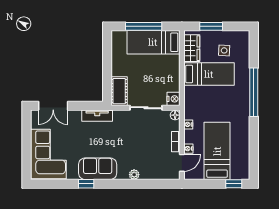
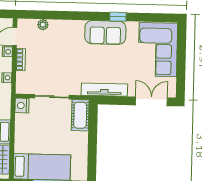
floor lamp: (175, 115) -> (21, 88), removed
tv unit: (97, 116) -> (104, 90), width x1.41
plant: (134, 175) -> (43, 25), moved

